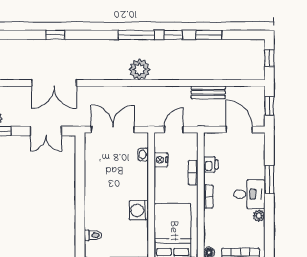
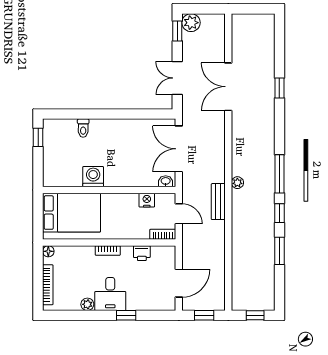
plant: (139, 69) -> (237, 183), width x0.53, depth x0.53
bench: (208, 92) -> (218, 202), moved
double door: (113, 130) -> (179, 149), swing flipped
washbasin: (143, 154) -> (166, 181), moved
bookcase: (193, 173) -> (163, 234), moved
window: (269, 179) -> (126, 315), width x0.67
toilet: (93, 235) -> (83, 128), moved

